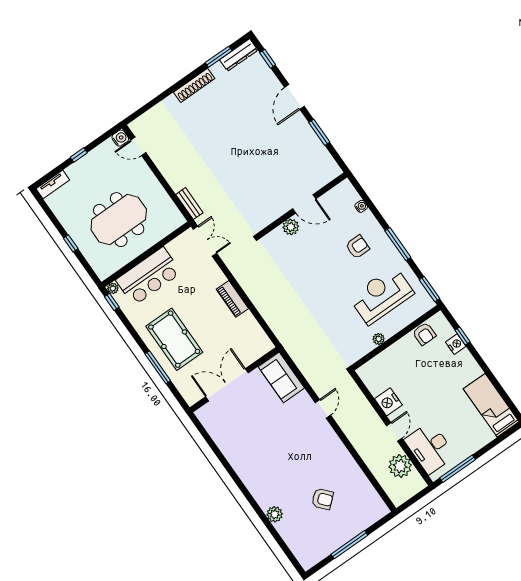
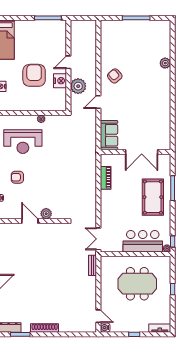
piano: (232, 299) -> (106, 178), moved
armchair: (424, 334) -> (34, 75), moved, width x1.88, depth x1.88
desk: (430, 448) -> (55, 40), removed
plant: (400, 466) -> (78, 86), moved
armchair: (322, 499) -> (115, 76), moved

